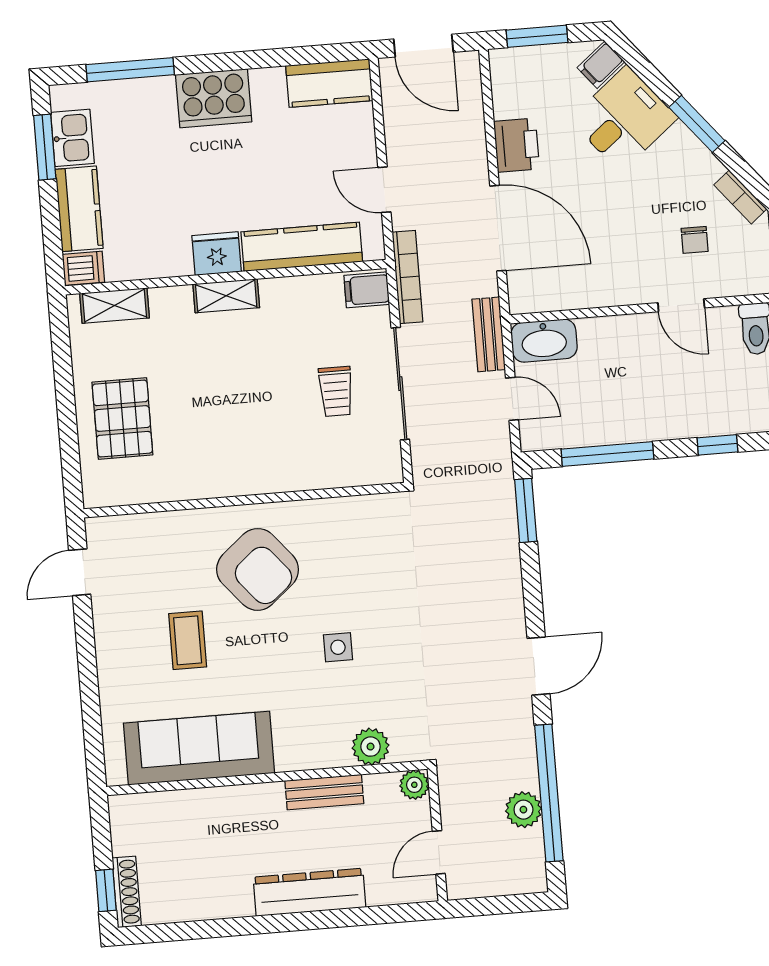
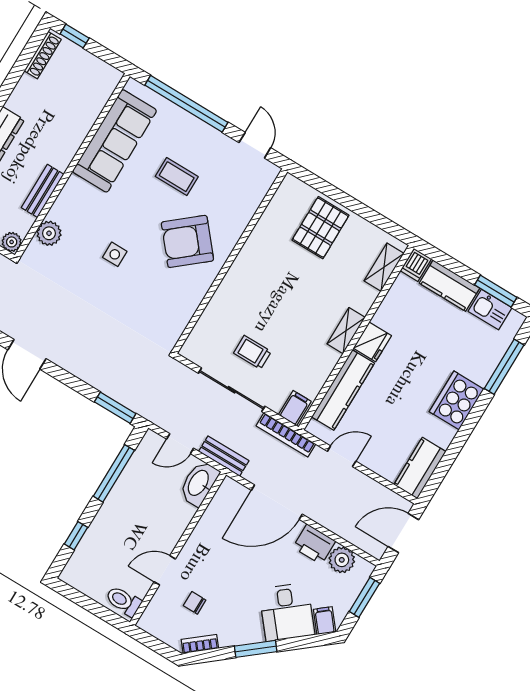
plant: (511, 97) -> (342, 560), added
pallet: (122, 419) -> (321, 228), turned 90
window: (90, 693) -> (186, 104), added
shoe rack: (127, 892) -> (43, 55), moved, turned -90

